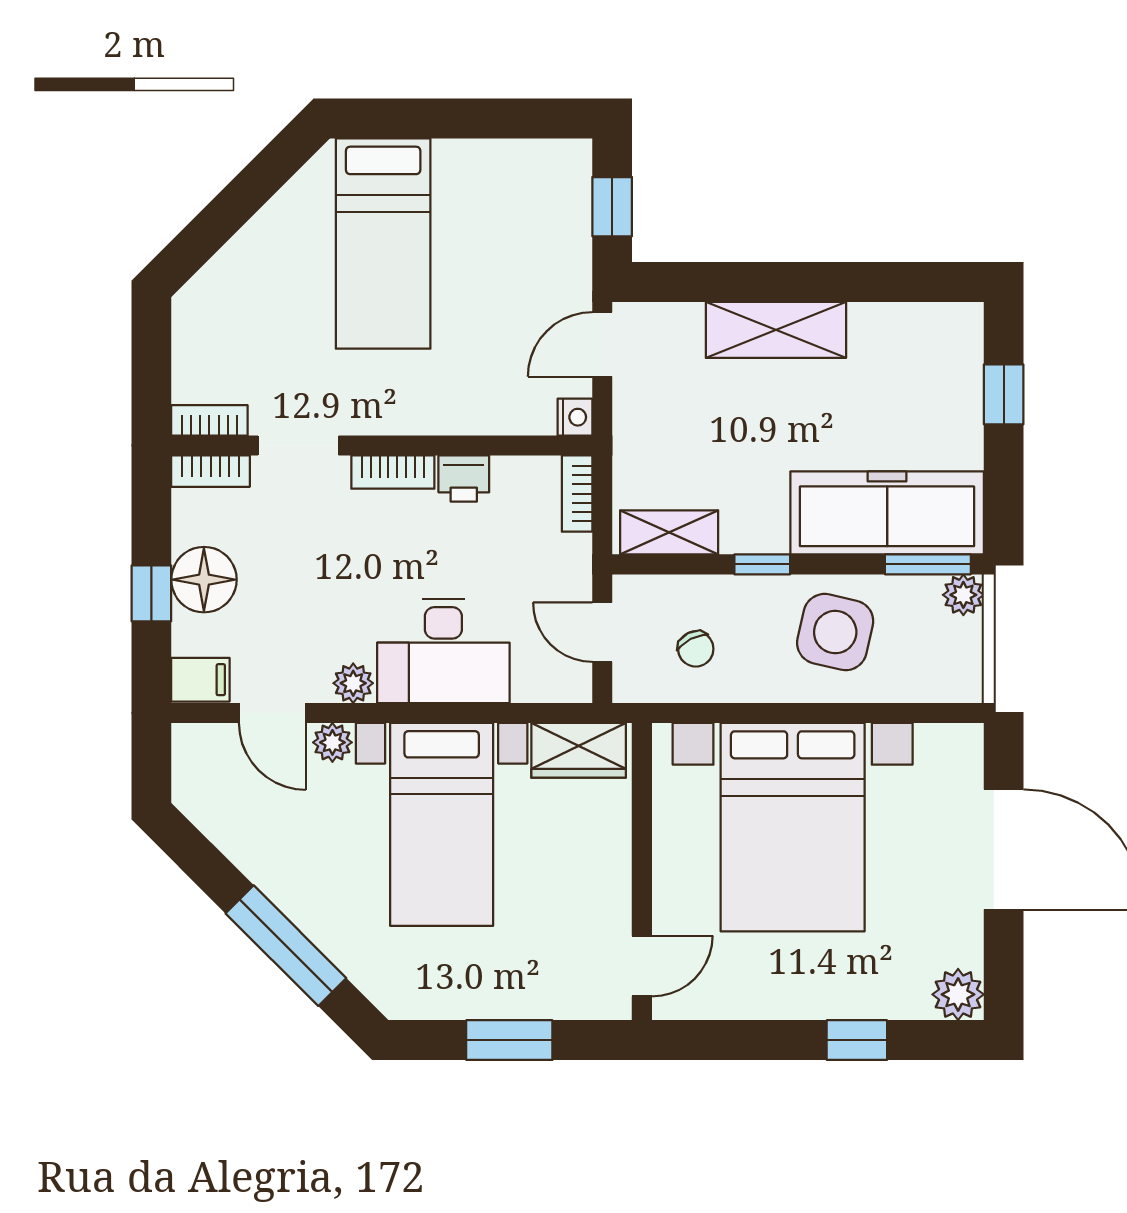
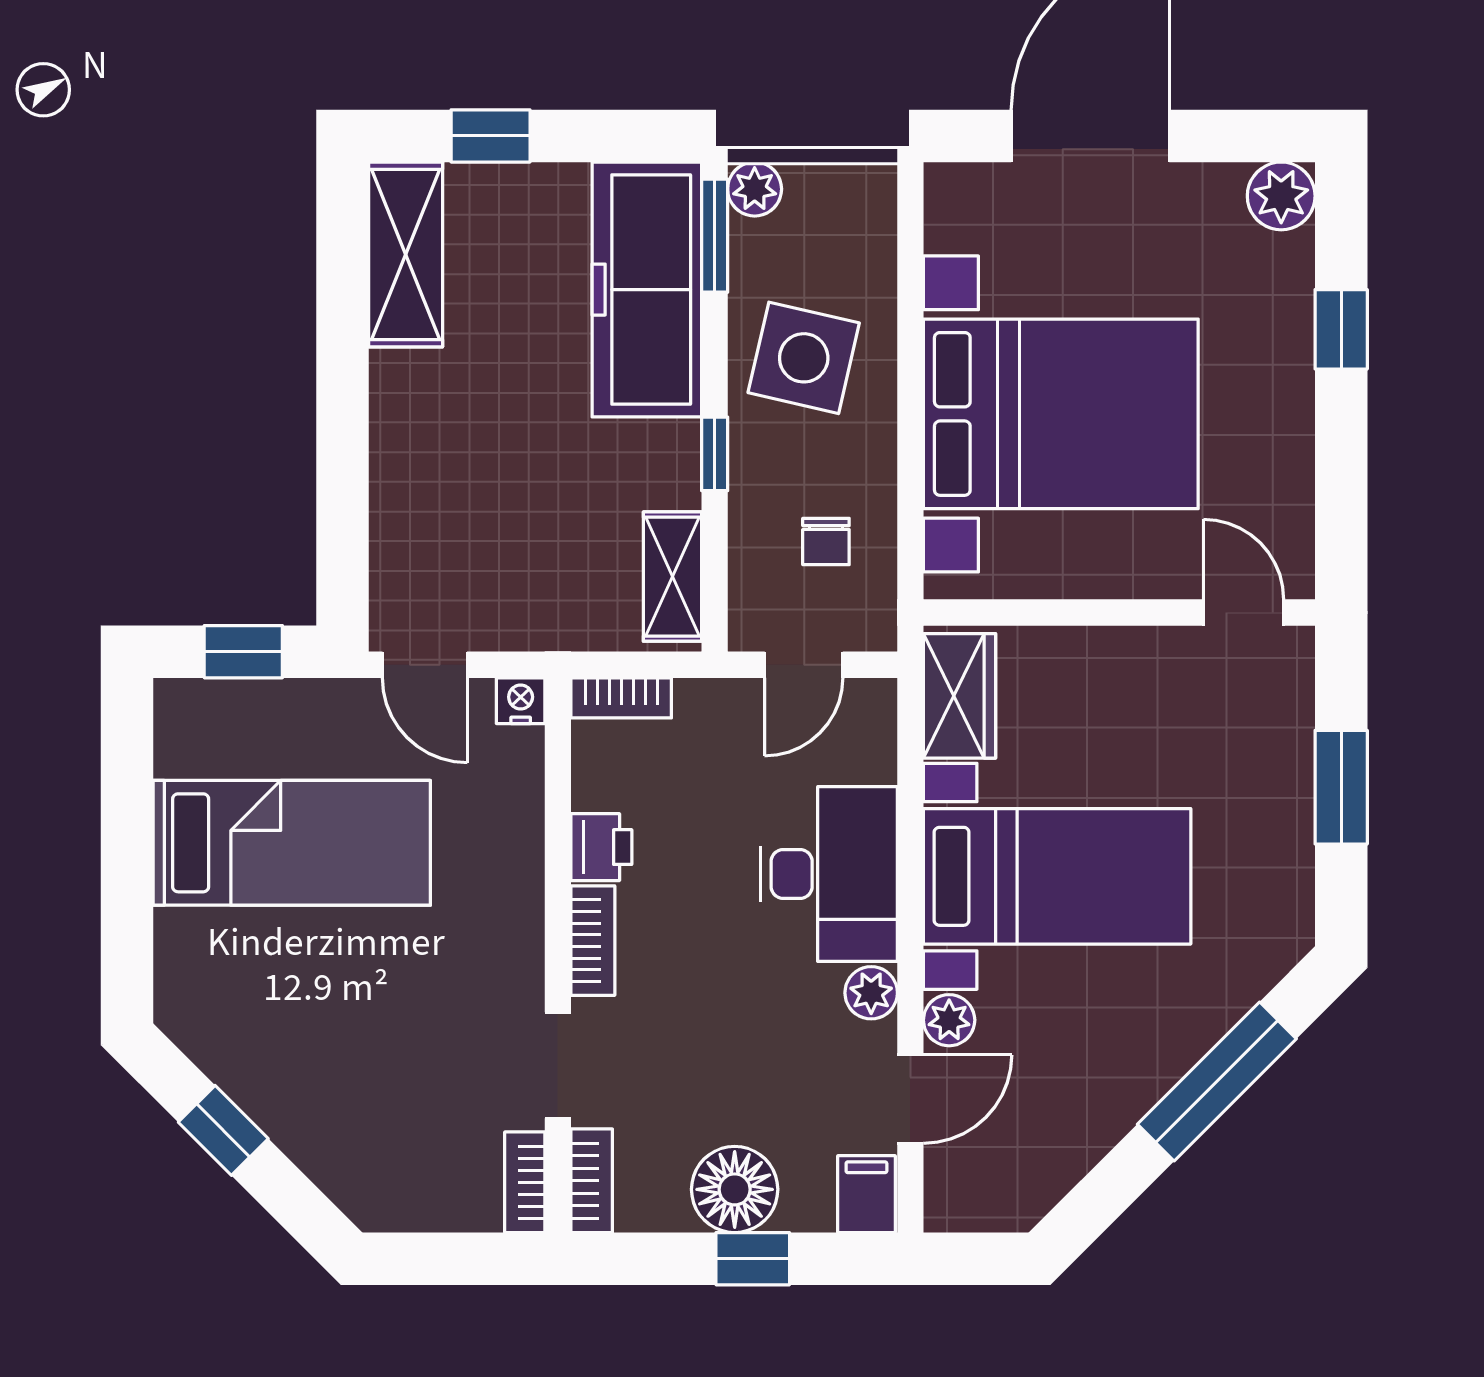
window: (249, 191) -> (223, 1130), added
bed: (383, 244) -> (292, 843), moved
shelving: (776, 330) -> (406, 254), moved
chair: (696, 649) -> (826, 541), turned 117

